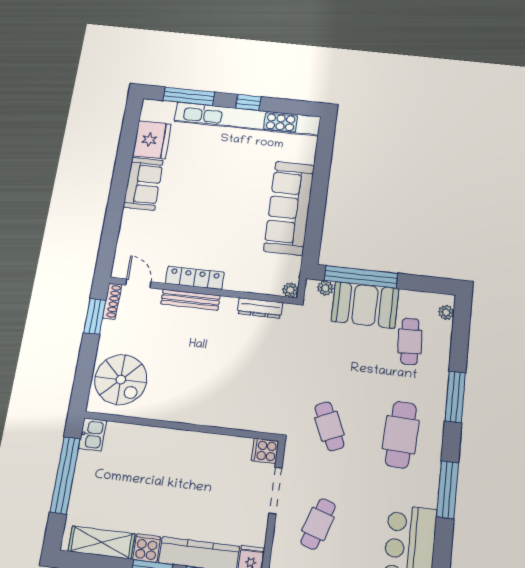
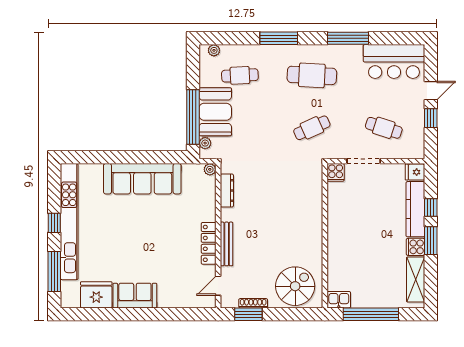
shoe rack: (112, 301) -> (253, 303), moved

